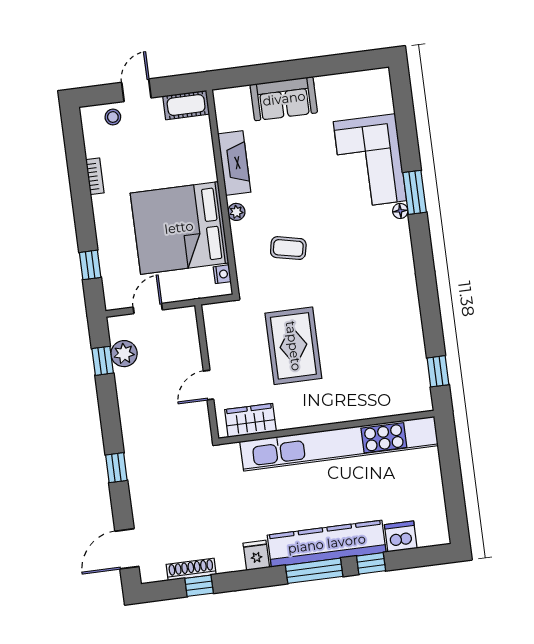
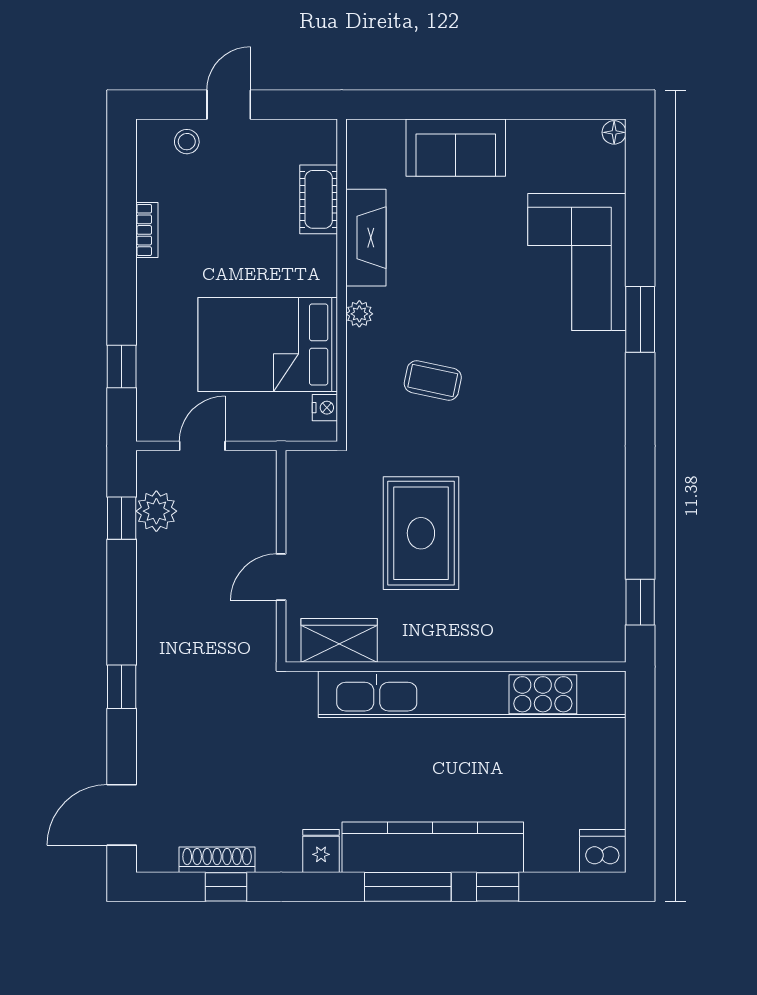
cot: (186, 105) -> (319, 199), moved, turned 90
floor lamp: (400, 211) -> (614, 132), moved
bed: (179, 228) -> (268, 344), width x0.73
dishwasher: (401, 536) -> (603, 851), moved

